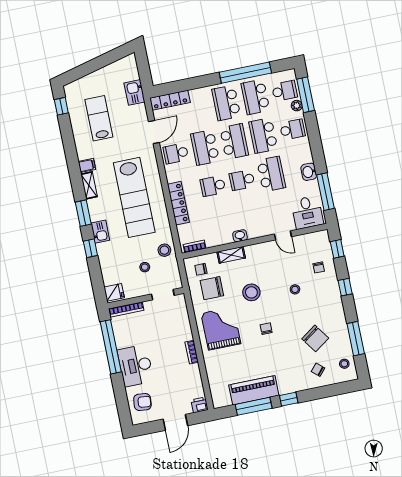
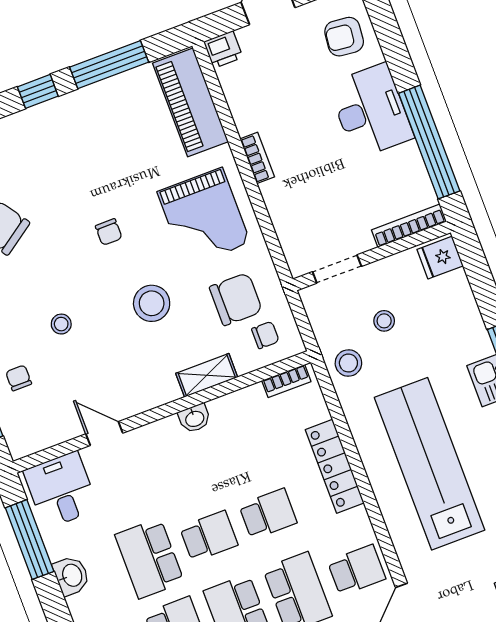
piano: (254, 390) -> (190, 102), moved, turned 90

